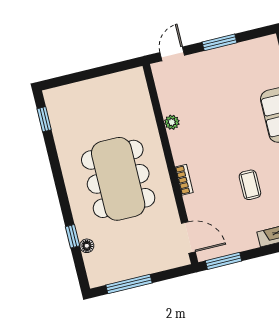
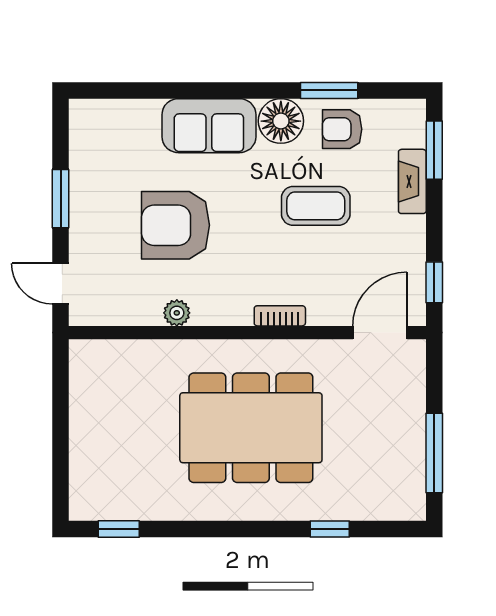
armchair: (220, 110) -> (176, 225), added
coffee table: (250, 185) -> (316, 206), width x1.36, depth x1.30
floor lamp: (87, 246) -> (352, 509), removed
window: (224, 261) -> (434, 282), width x0.67

